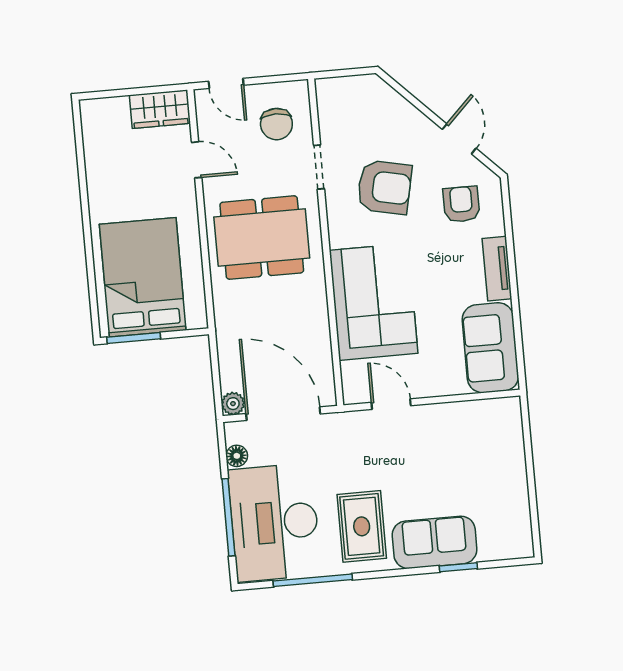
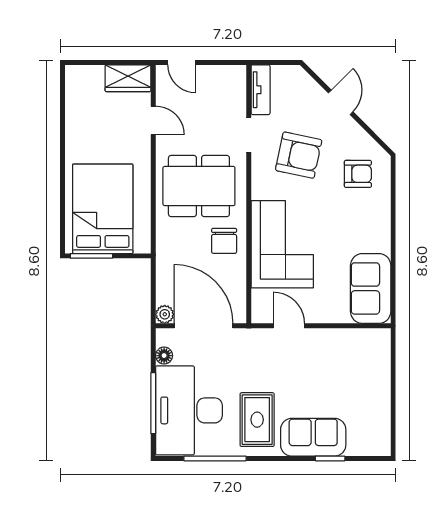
chair: (276, 124) -> (224, 241), moved
door: (459, 139) -> (341, 102), moved
armchair: (461, 204) -> (358, 174), turned 90
tv unit: (497, 269) -> (261, 90), moved, turned 180

